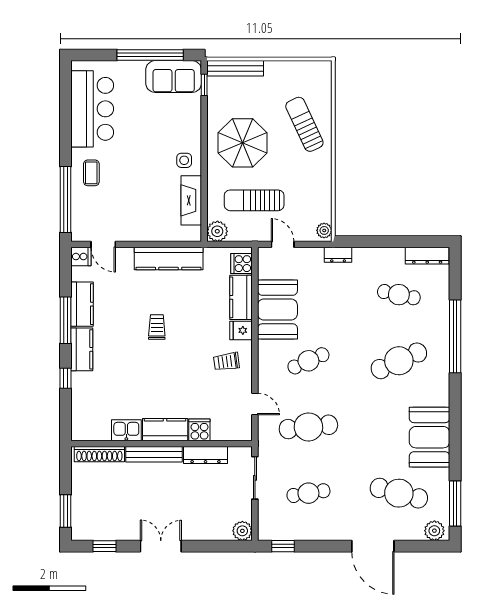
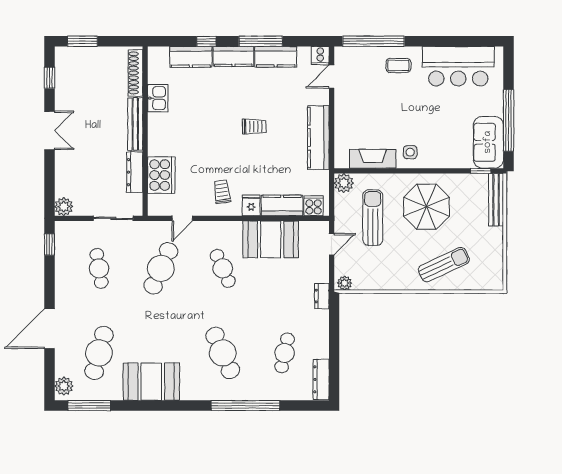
cafe table: (308, 427) -> (161, 268), turned 30
kitchen counter: (165, 430) -> (191, 57), moved, turned 90
cooker: (199, 430) -> (161, 175), width x1.87, depth x1.31

